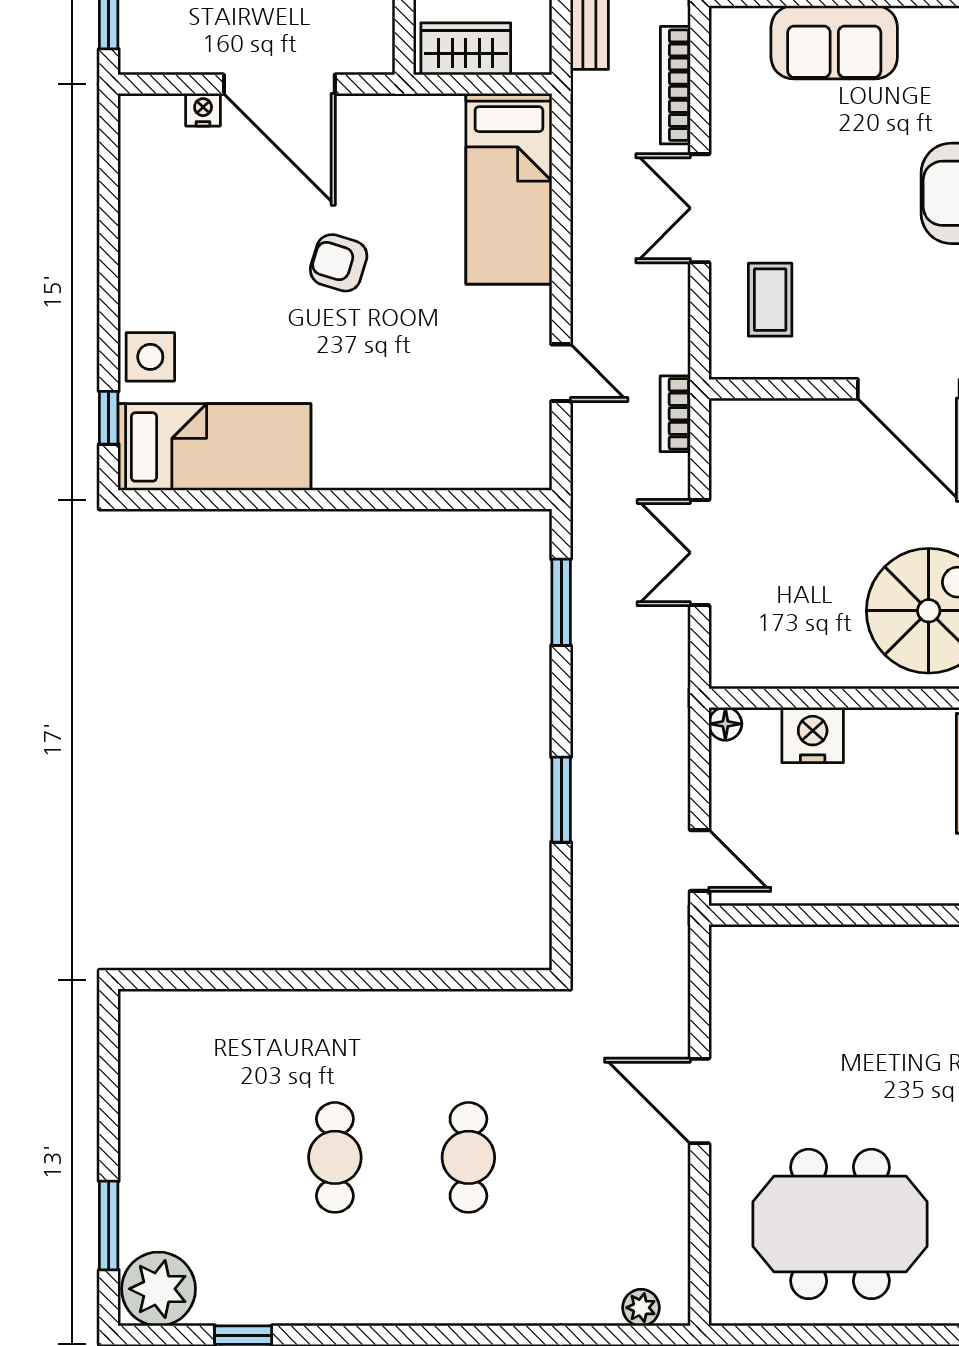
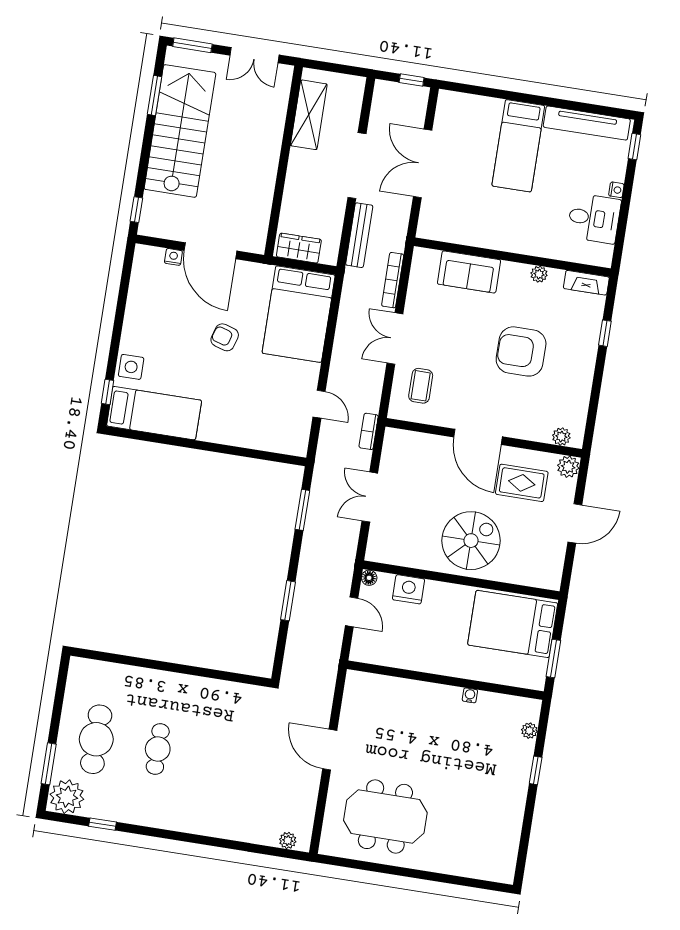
bed: (509, 189) -> (299, 314), width x1.50
door: (700, 860) -> (352, 612), moved
cafe table: (468, 1157) -> (96, 739), moved, width x1.37, depth x1.35

